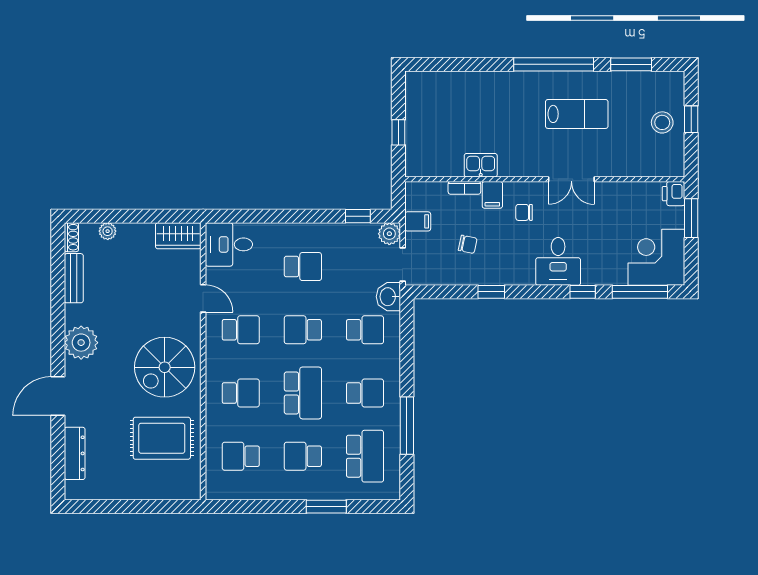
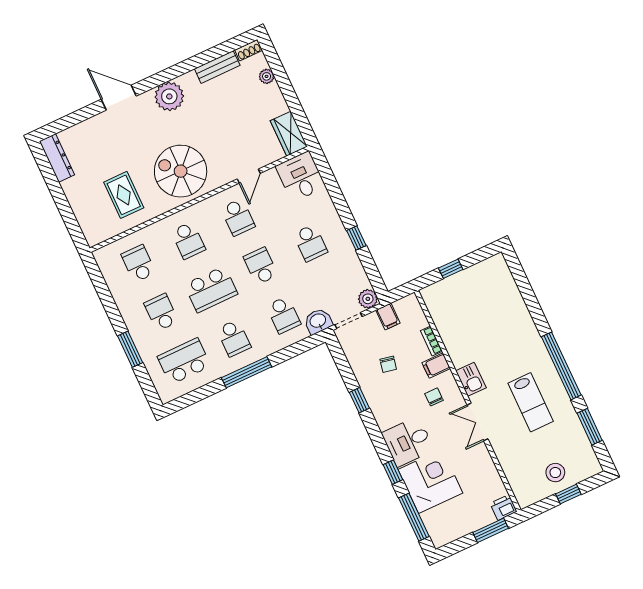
kitchen sink: (481, 165) -> (471, 379), moved
window: (358, 216) -> (356, 238), moved
corner desk: (656, 257) -> (430, 481), moved
window: (407, 426) -> (247, 372), moved
rug: (162, 438) -> (124, 195), width x0.73, depth x0.70
dresser: (75, 453) -> (57, 158), moved, turned -90
school desk: (365, 456) -> (184, 361), turned 180

